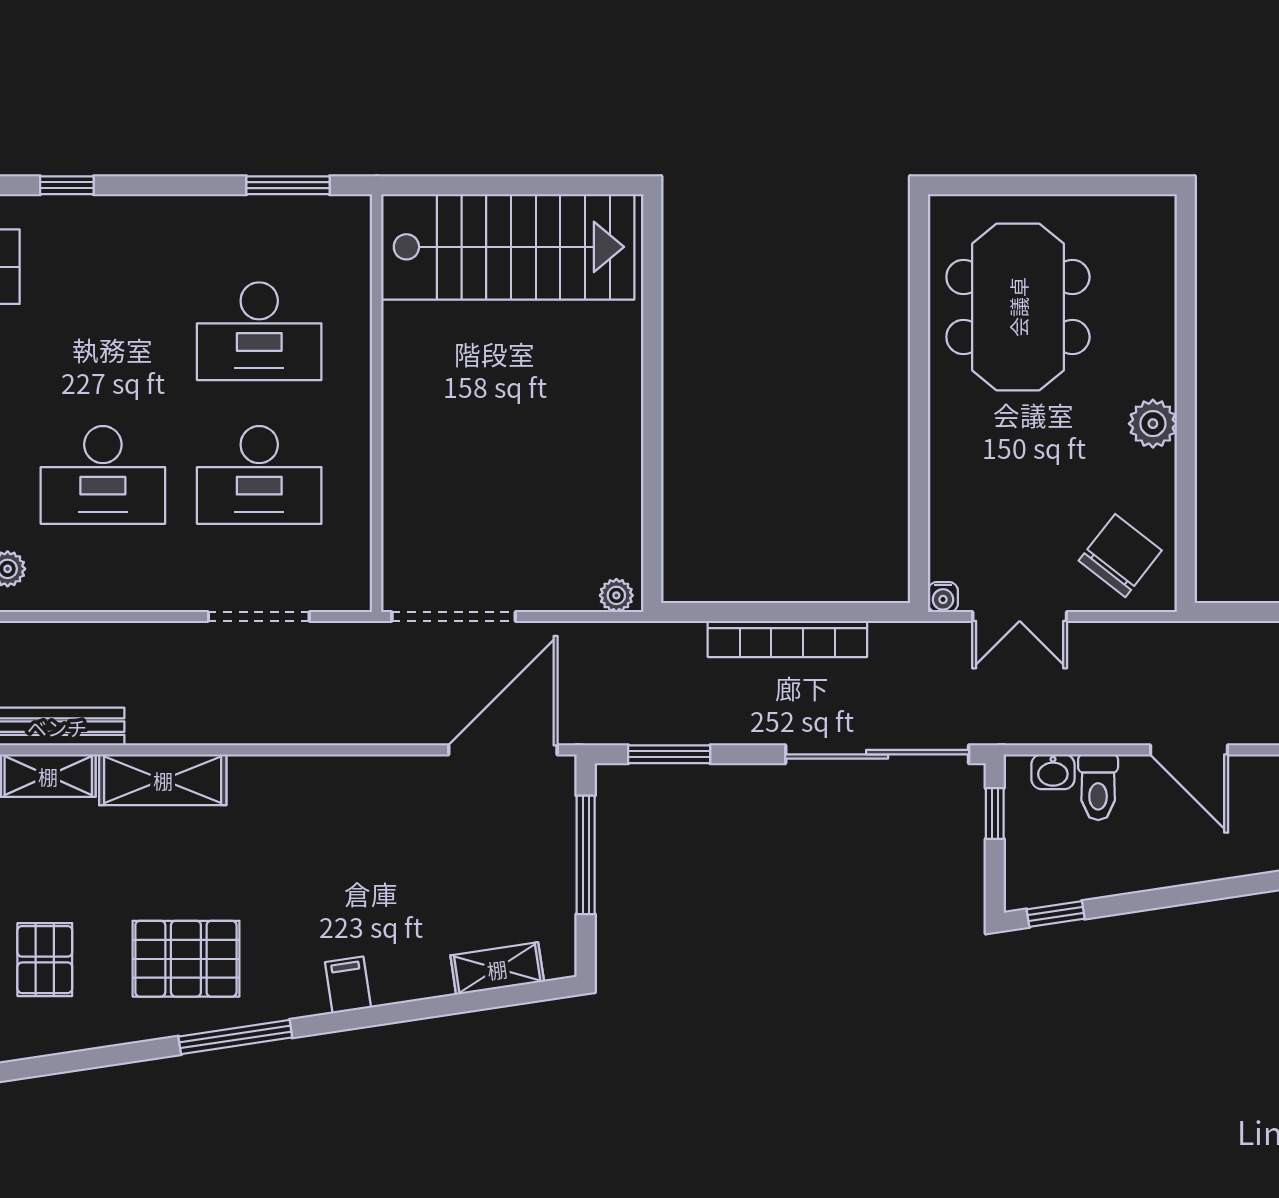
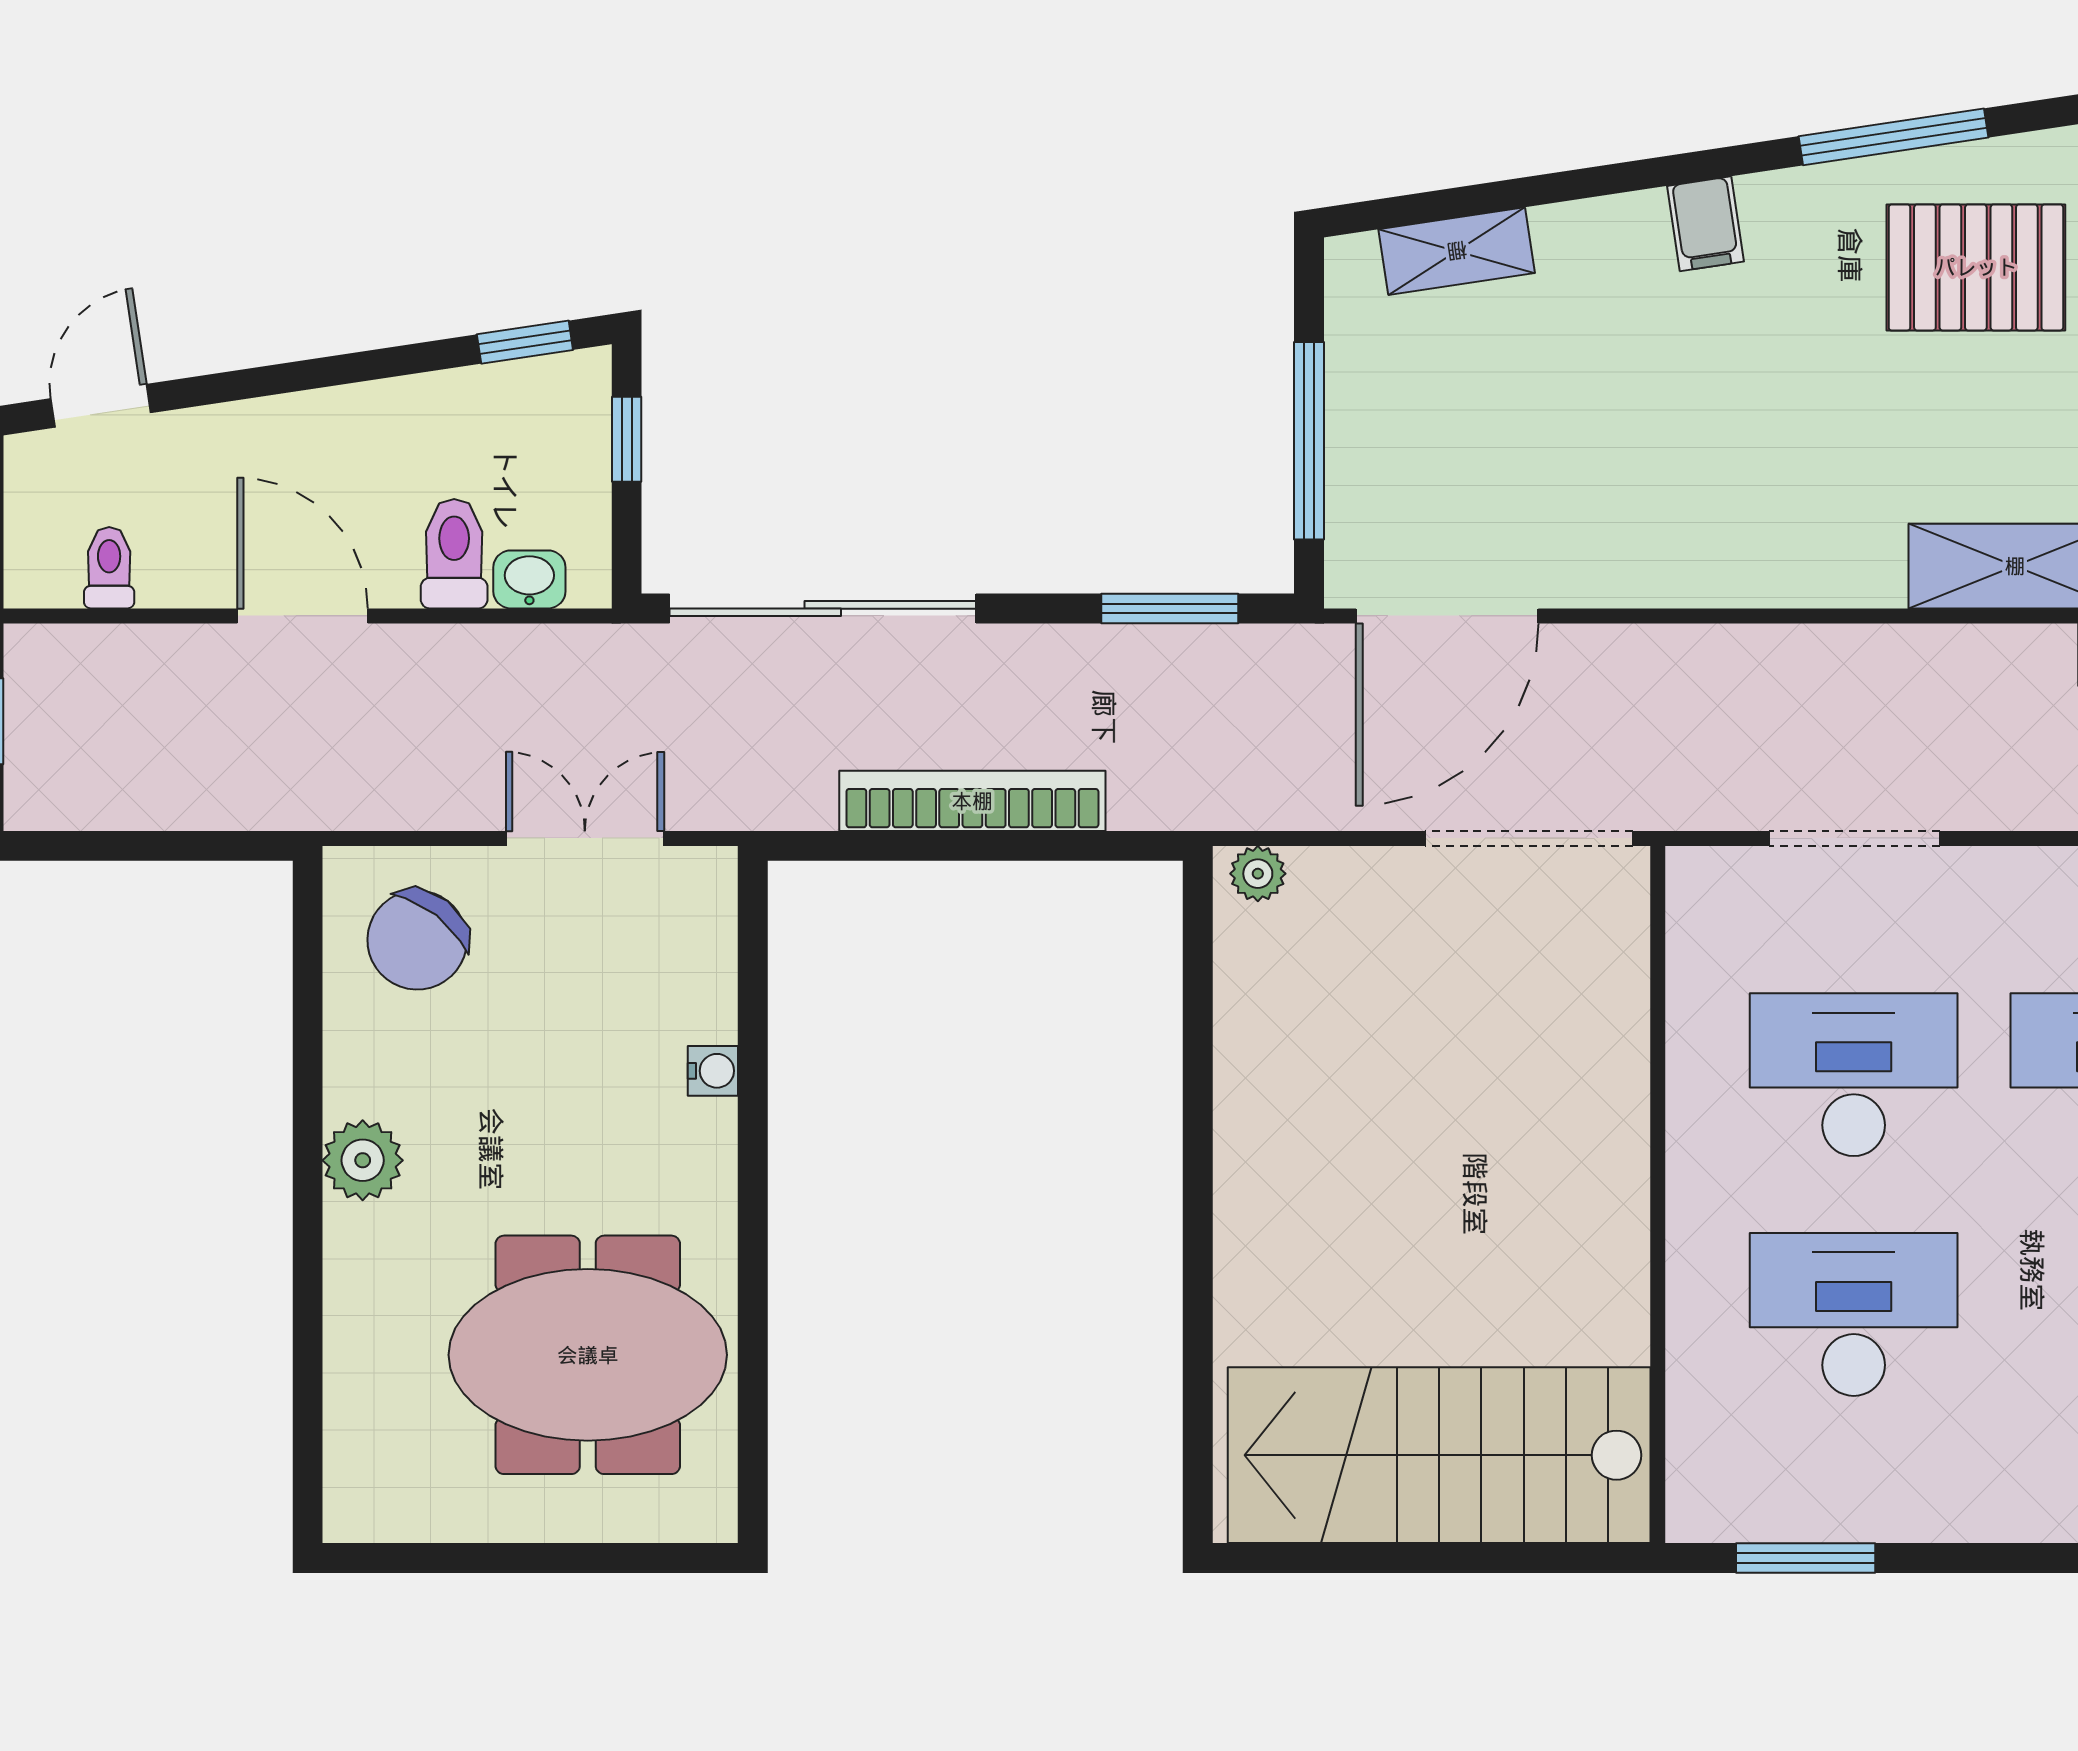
meeting table: (1018, 307) -> (588, 1355), turned 90
water cooler: (943, 597) -> (713, 1071), moved, turned 90
window: (995, 813) -> (627, 439), moved

